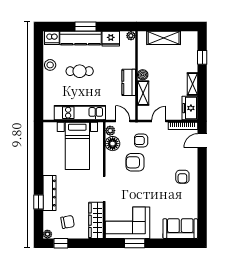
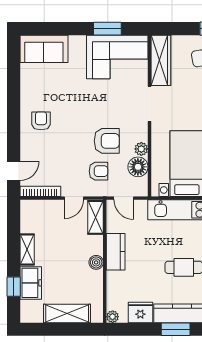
shelving: (143, 93) -> (96, 217), moved
freezer: (190, 108) -> (31, 283), moved
plant: (110, 131) -> (141, 149), moved

